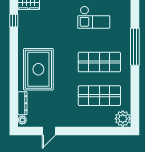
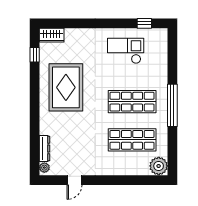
checkout: (94, 17) -> (126, 51), turned 180
window: (135, 47) -> (172, 105), moved
rug: (38, 69) -> (66, 87), moved

